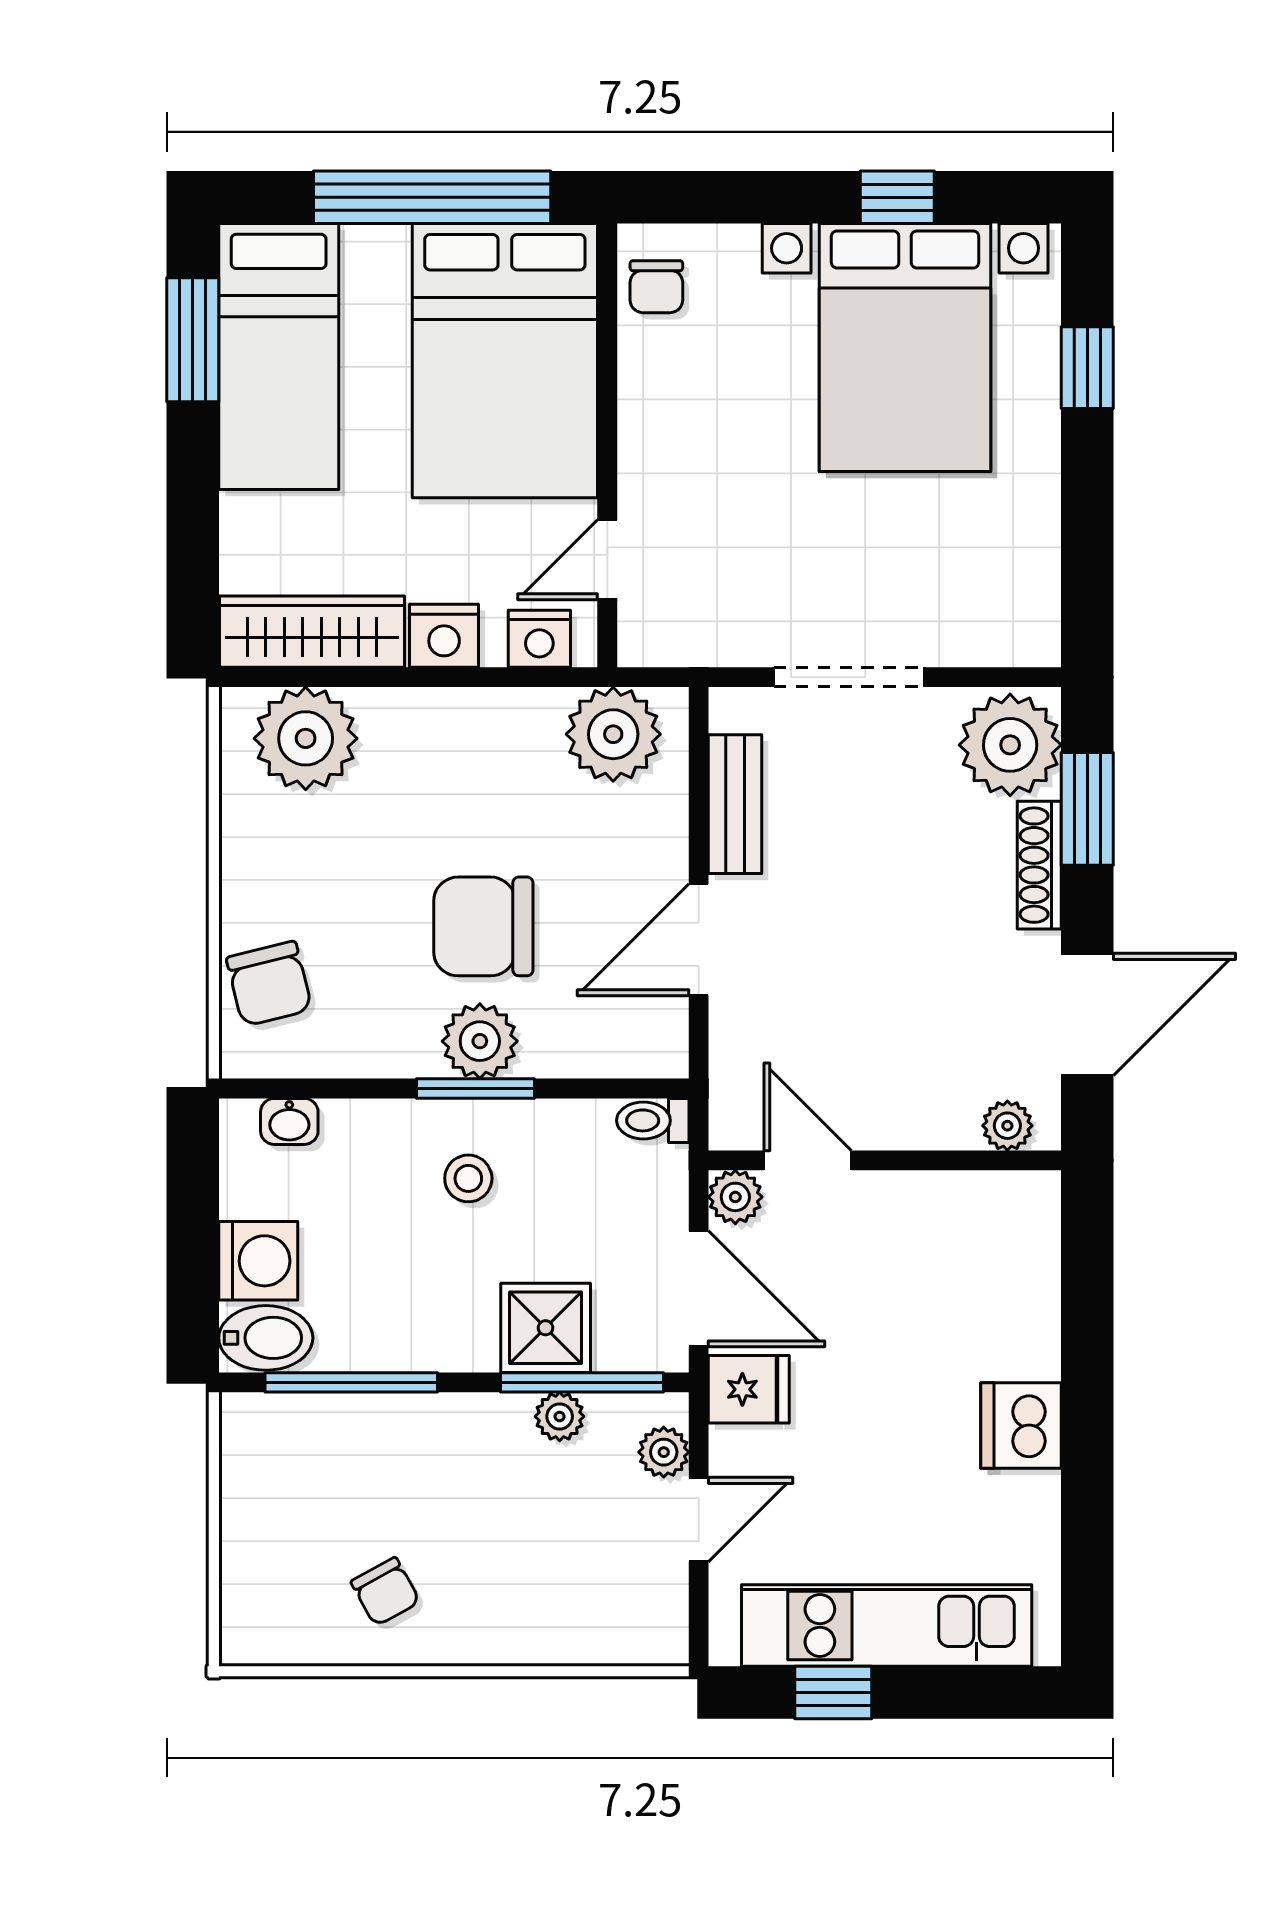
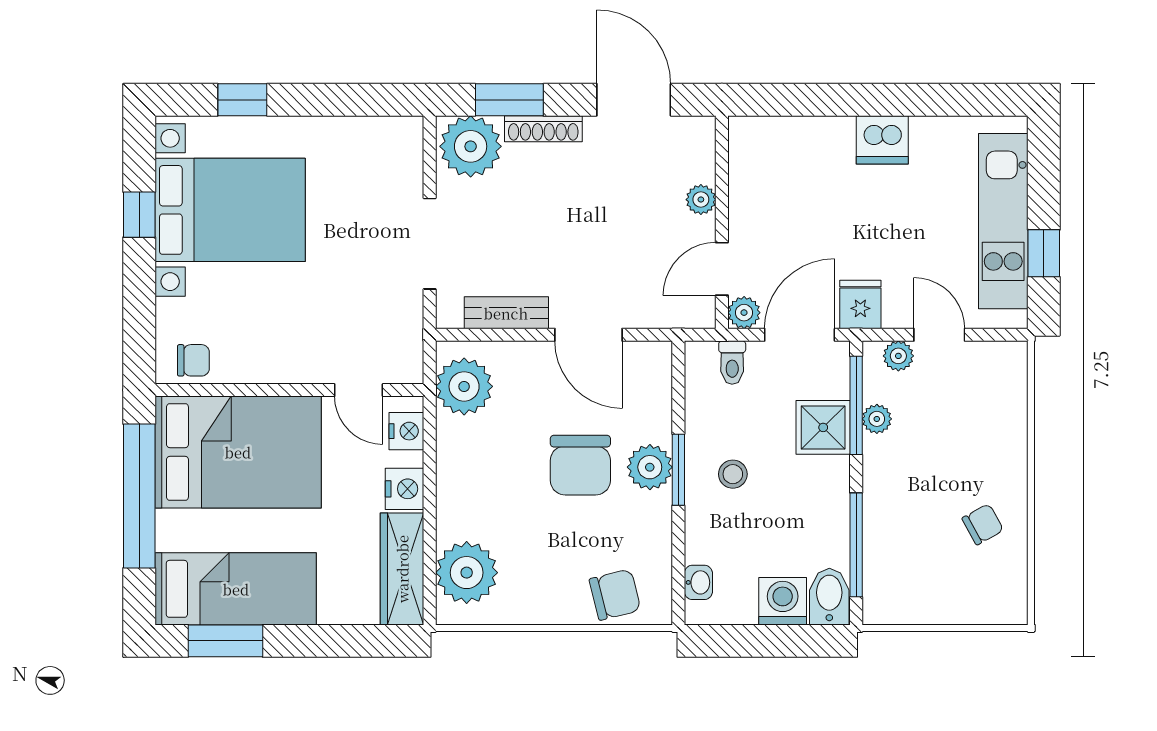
toilet: (653, 1120) -> (732, 363), moved
plant: (1007, 1126) -> (701, 200), moved

